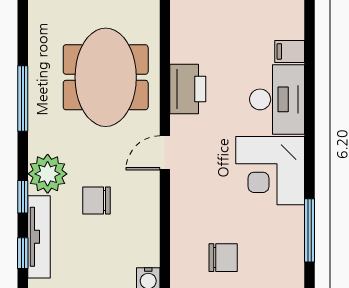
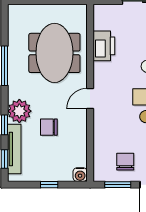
printer: (188, 89) -> (104, 46), moved
chair: (223, 258) -> (125, 162), turned -90

